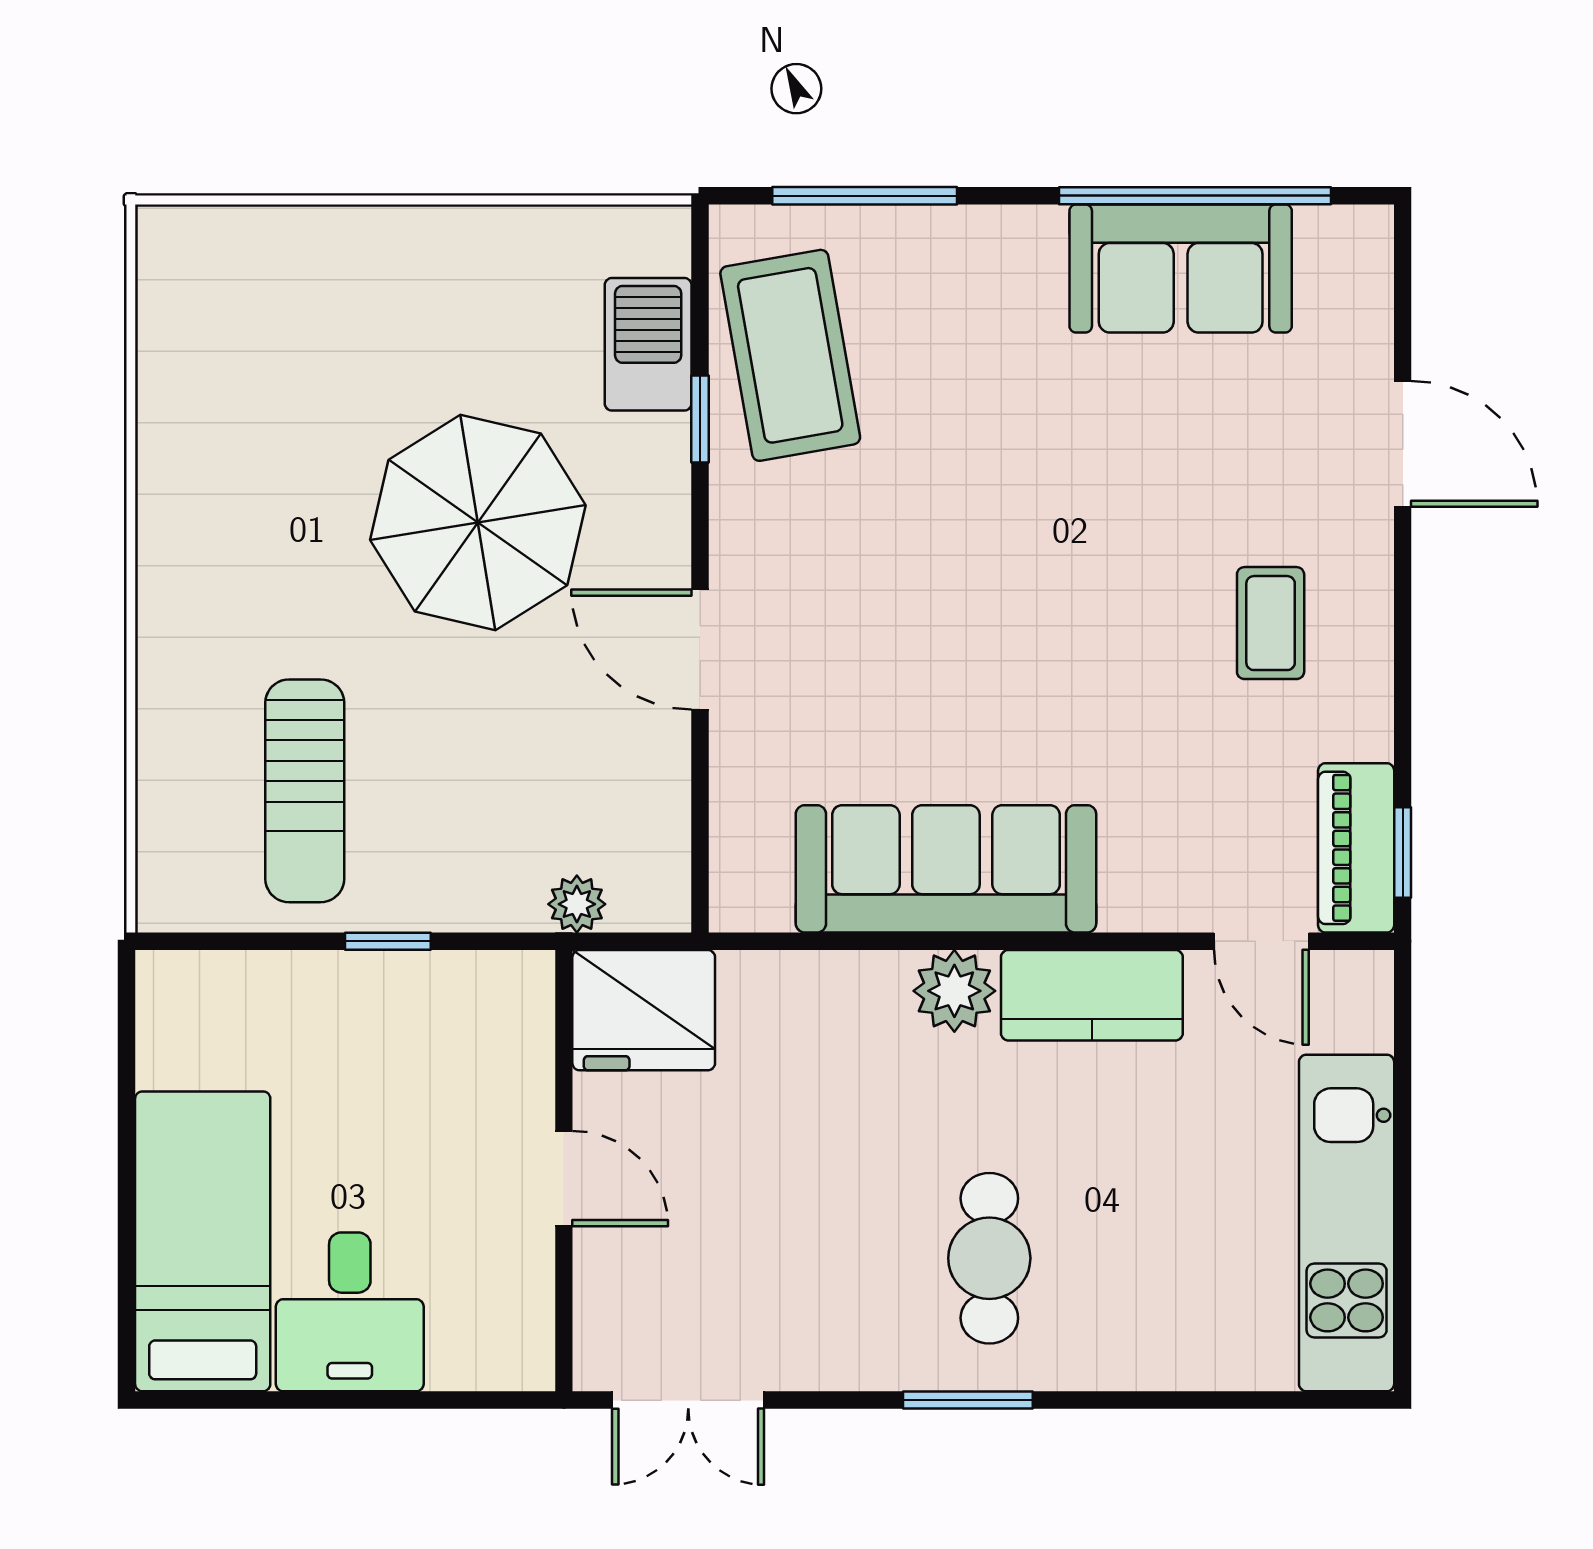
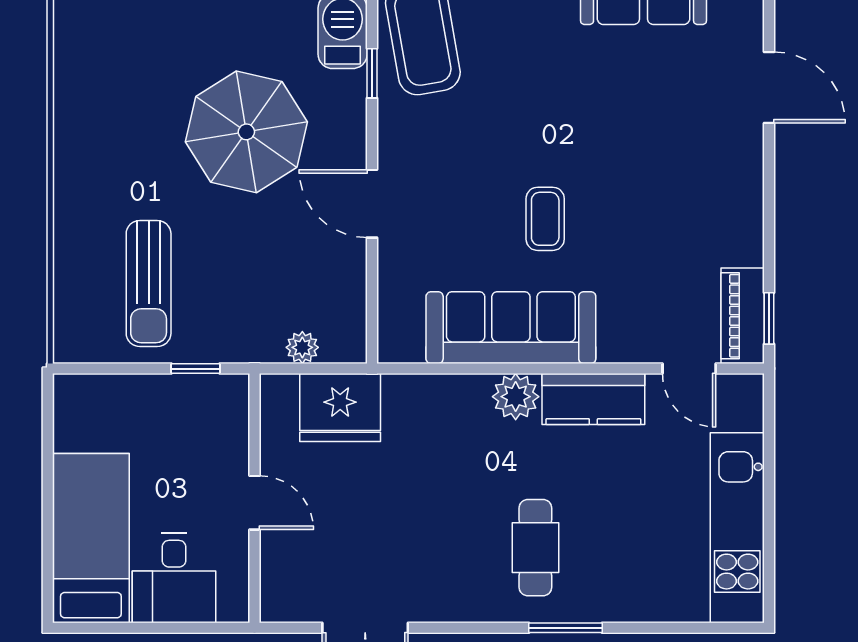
coffee table: (1271, 623) -> (545, 219), moved
wall: (564, 1171) -> (254, 498), moved
door: (564, 1179) -> (254, 503), moved
window: (968, 1400) -> (565, 628), moved

